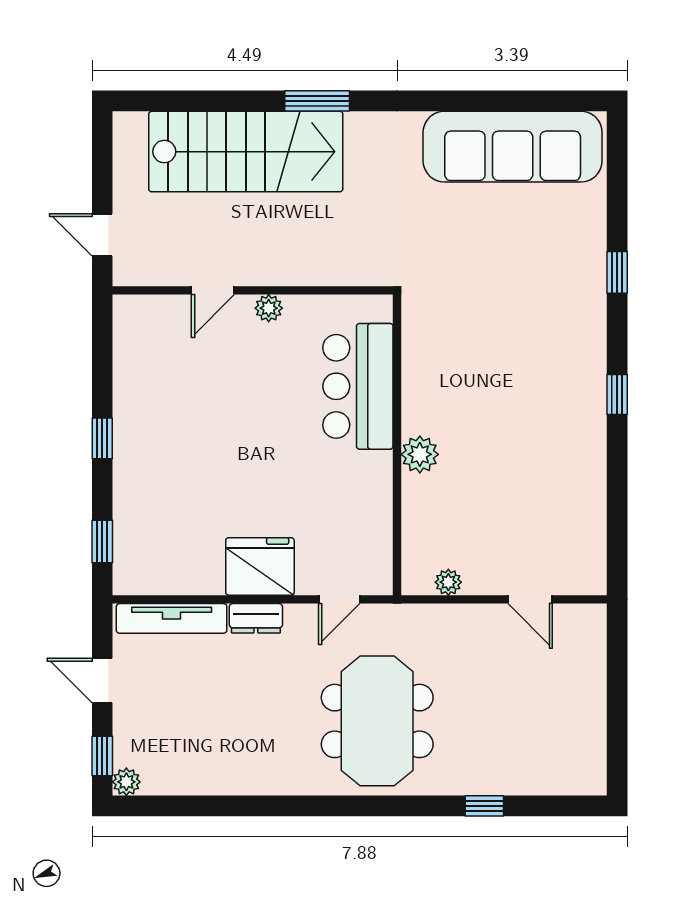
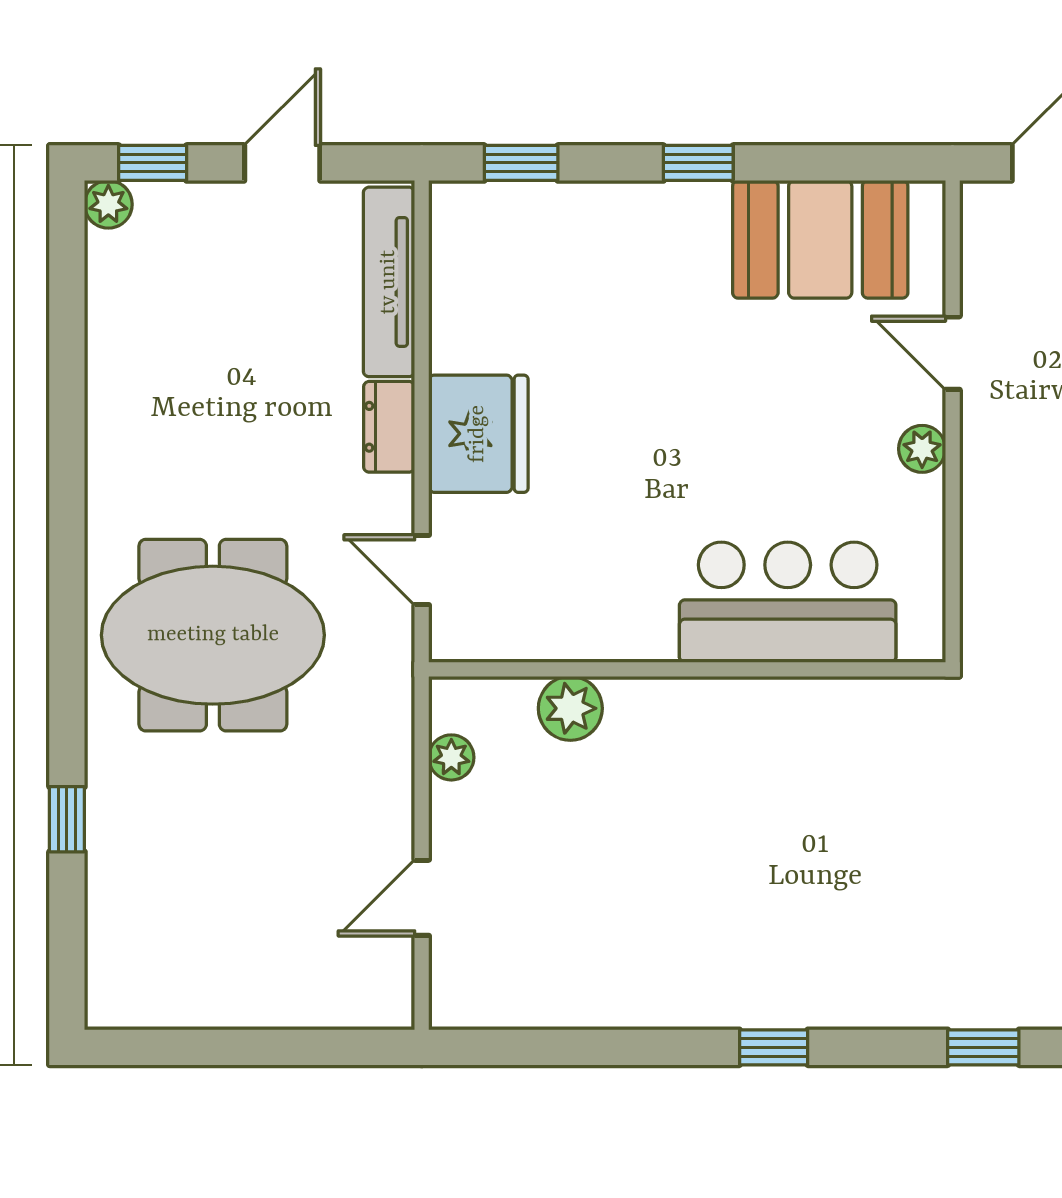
booth: (147, 367) -> (820, 239), added
plant: (420, 454) -> (570, 708), moved

